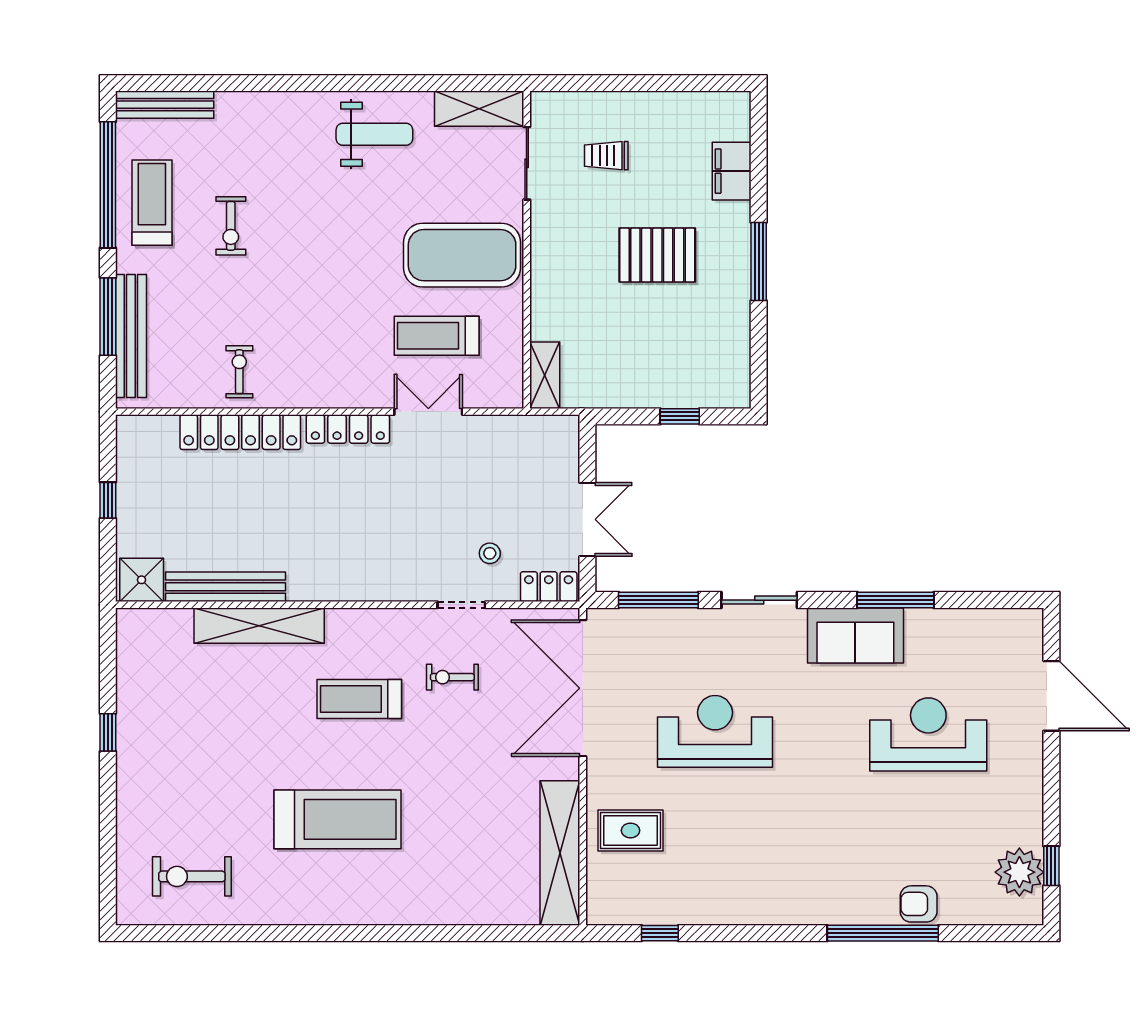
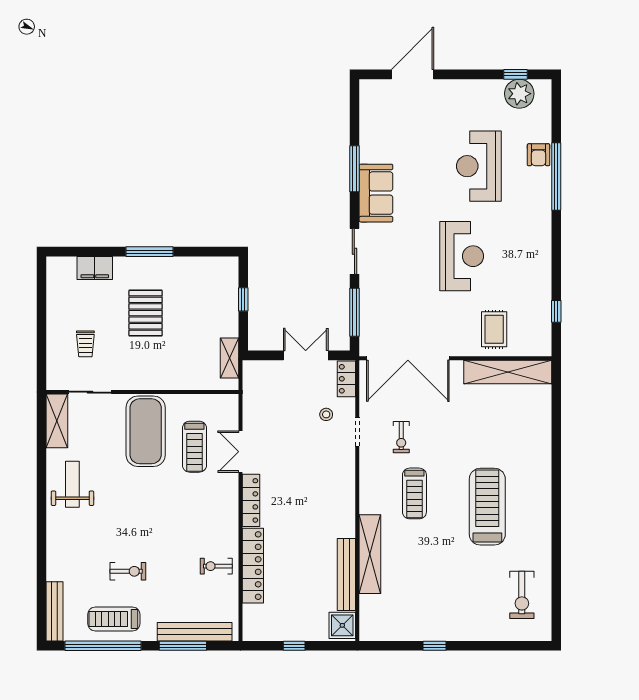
shelving: (545, 375) -> (229, 358), moved, turned 90
reception desk: (715, 731) -> (462, 256), moved, turned 180
reception desk: (928, 734) -> (479, 166), moved

